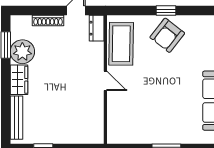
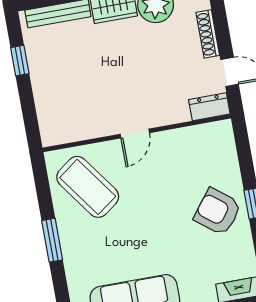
coffee table: (121, 44) -> (88, 187), moved, turned 53

